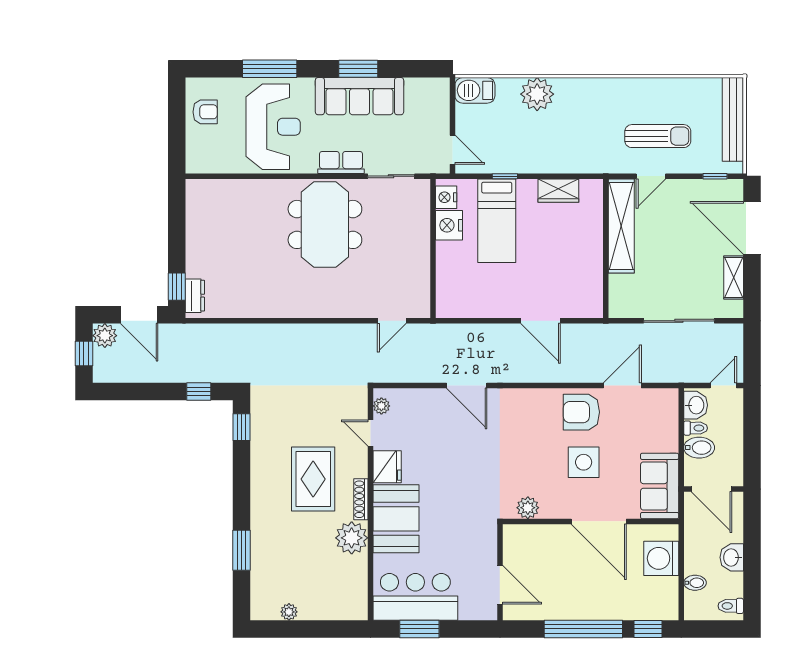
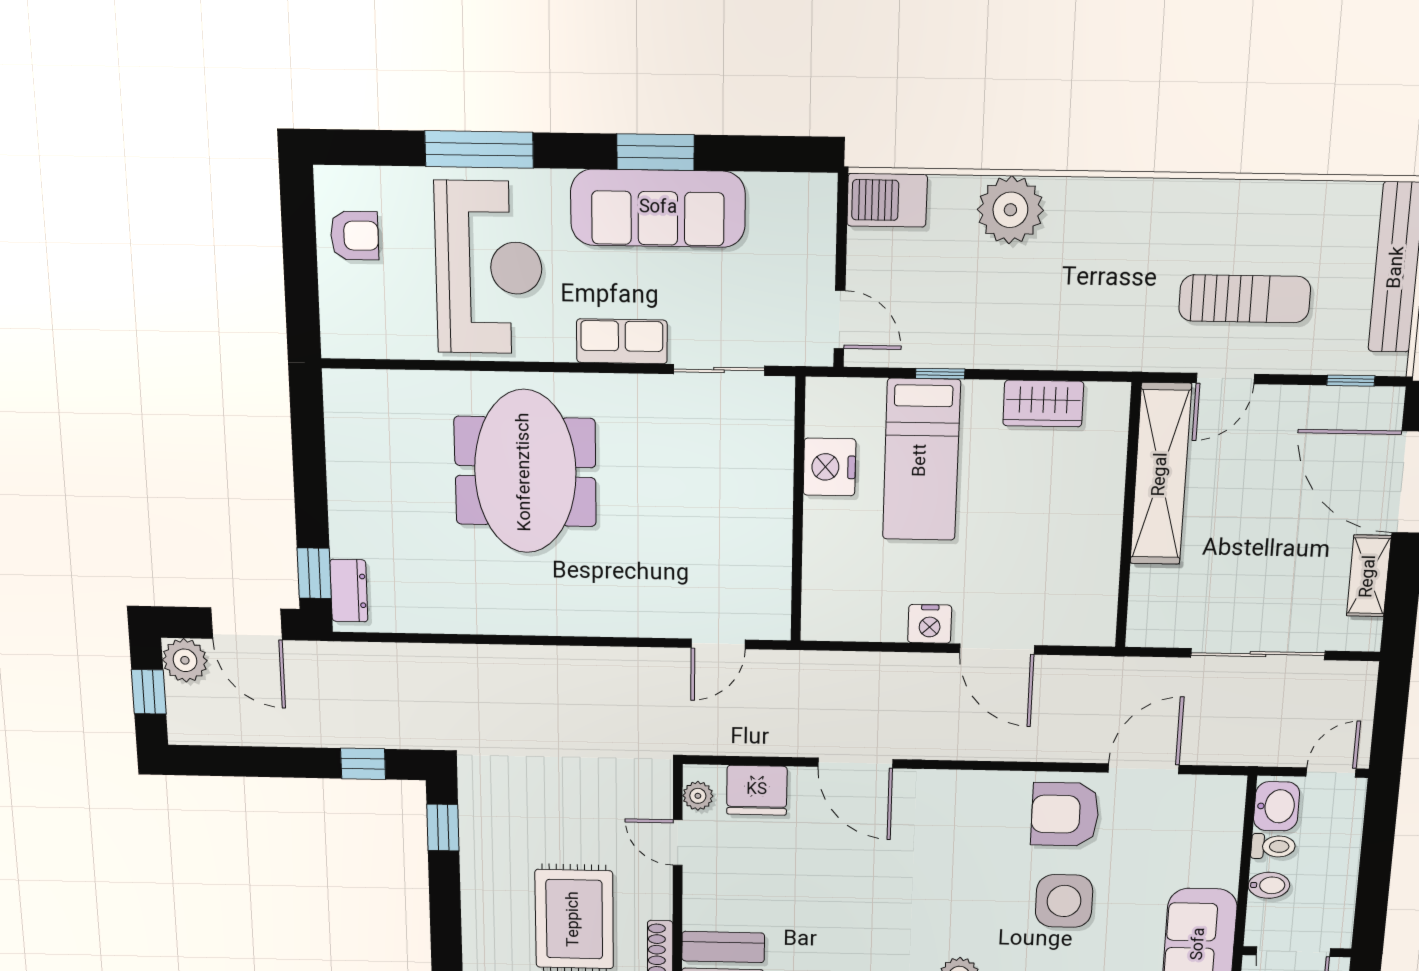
nightstand: (446, 197) -> (930, 624), moved, turned -90
meeting table: (325, 224) -> (525, 472), moved
bidet: (699, 448) -> (1269, 885), width x0.72, depth x0.74
fridge: (387, 467) -> (757, 790), moved, turned 90

